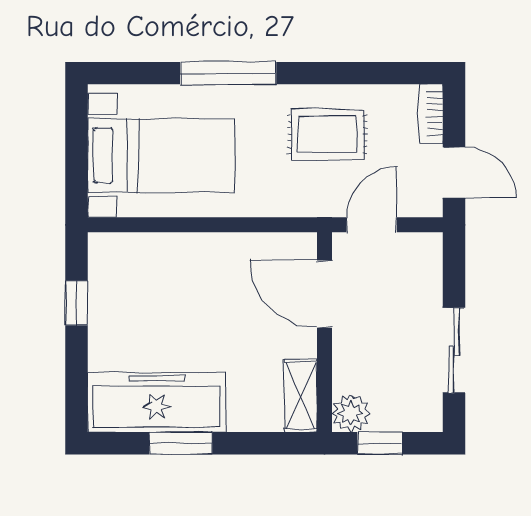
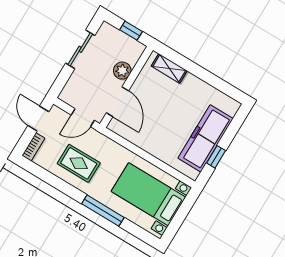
shelving: (301, 396) -> (169, 68), moved, turned 90
freezer: (157, 402) -> (206, 138), moved, turned 90
plant: (351, 413) -> (122, 71), moved
window: (181, 443) -> (209, 78), removed

